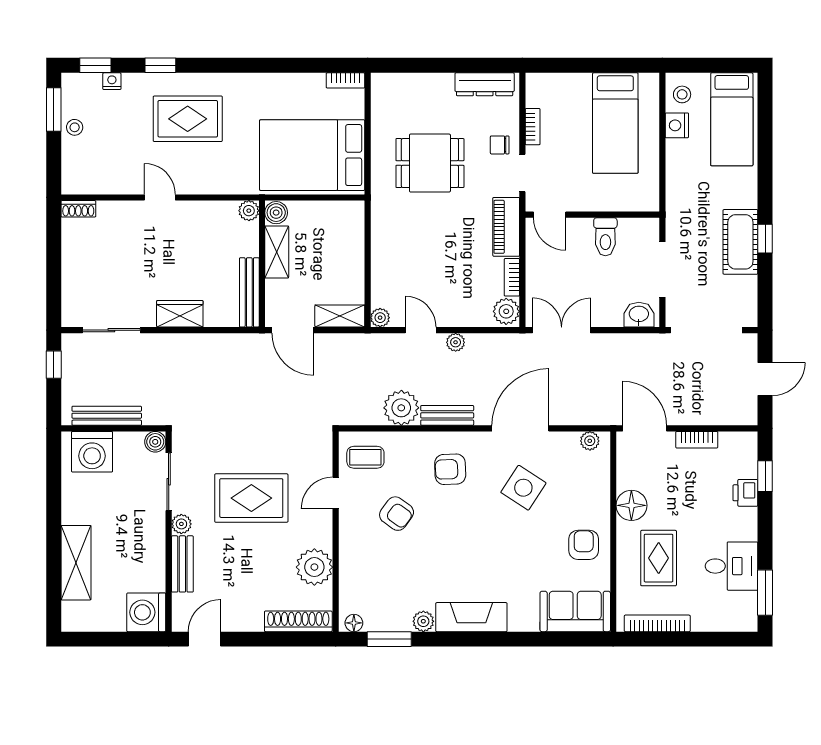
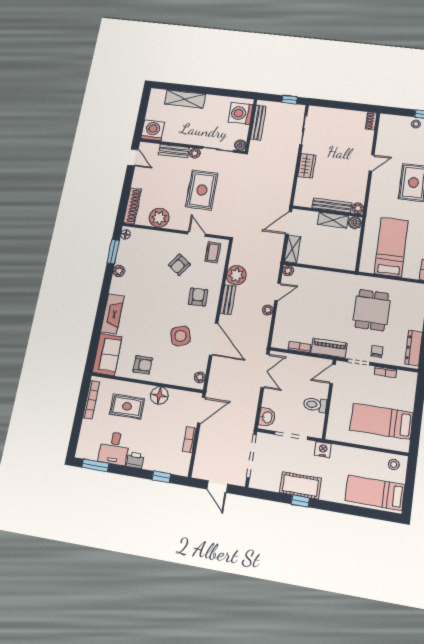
nightstand: (677, 125) -> (323, 450), moved
bed: (312, 155) -> (391, 247), width x0.67
bench: (249, 292) -> (332, 205), moved
plant: (506, 311) -> (281, 341), removed
side table: (523, 488) -> (180, 336), turned 38
printer: (745, 493) -> (135, 460), moved
fireplace: (471, 617) -> (112, 314), moved

